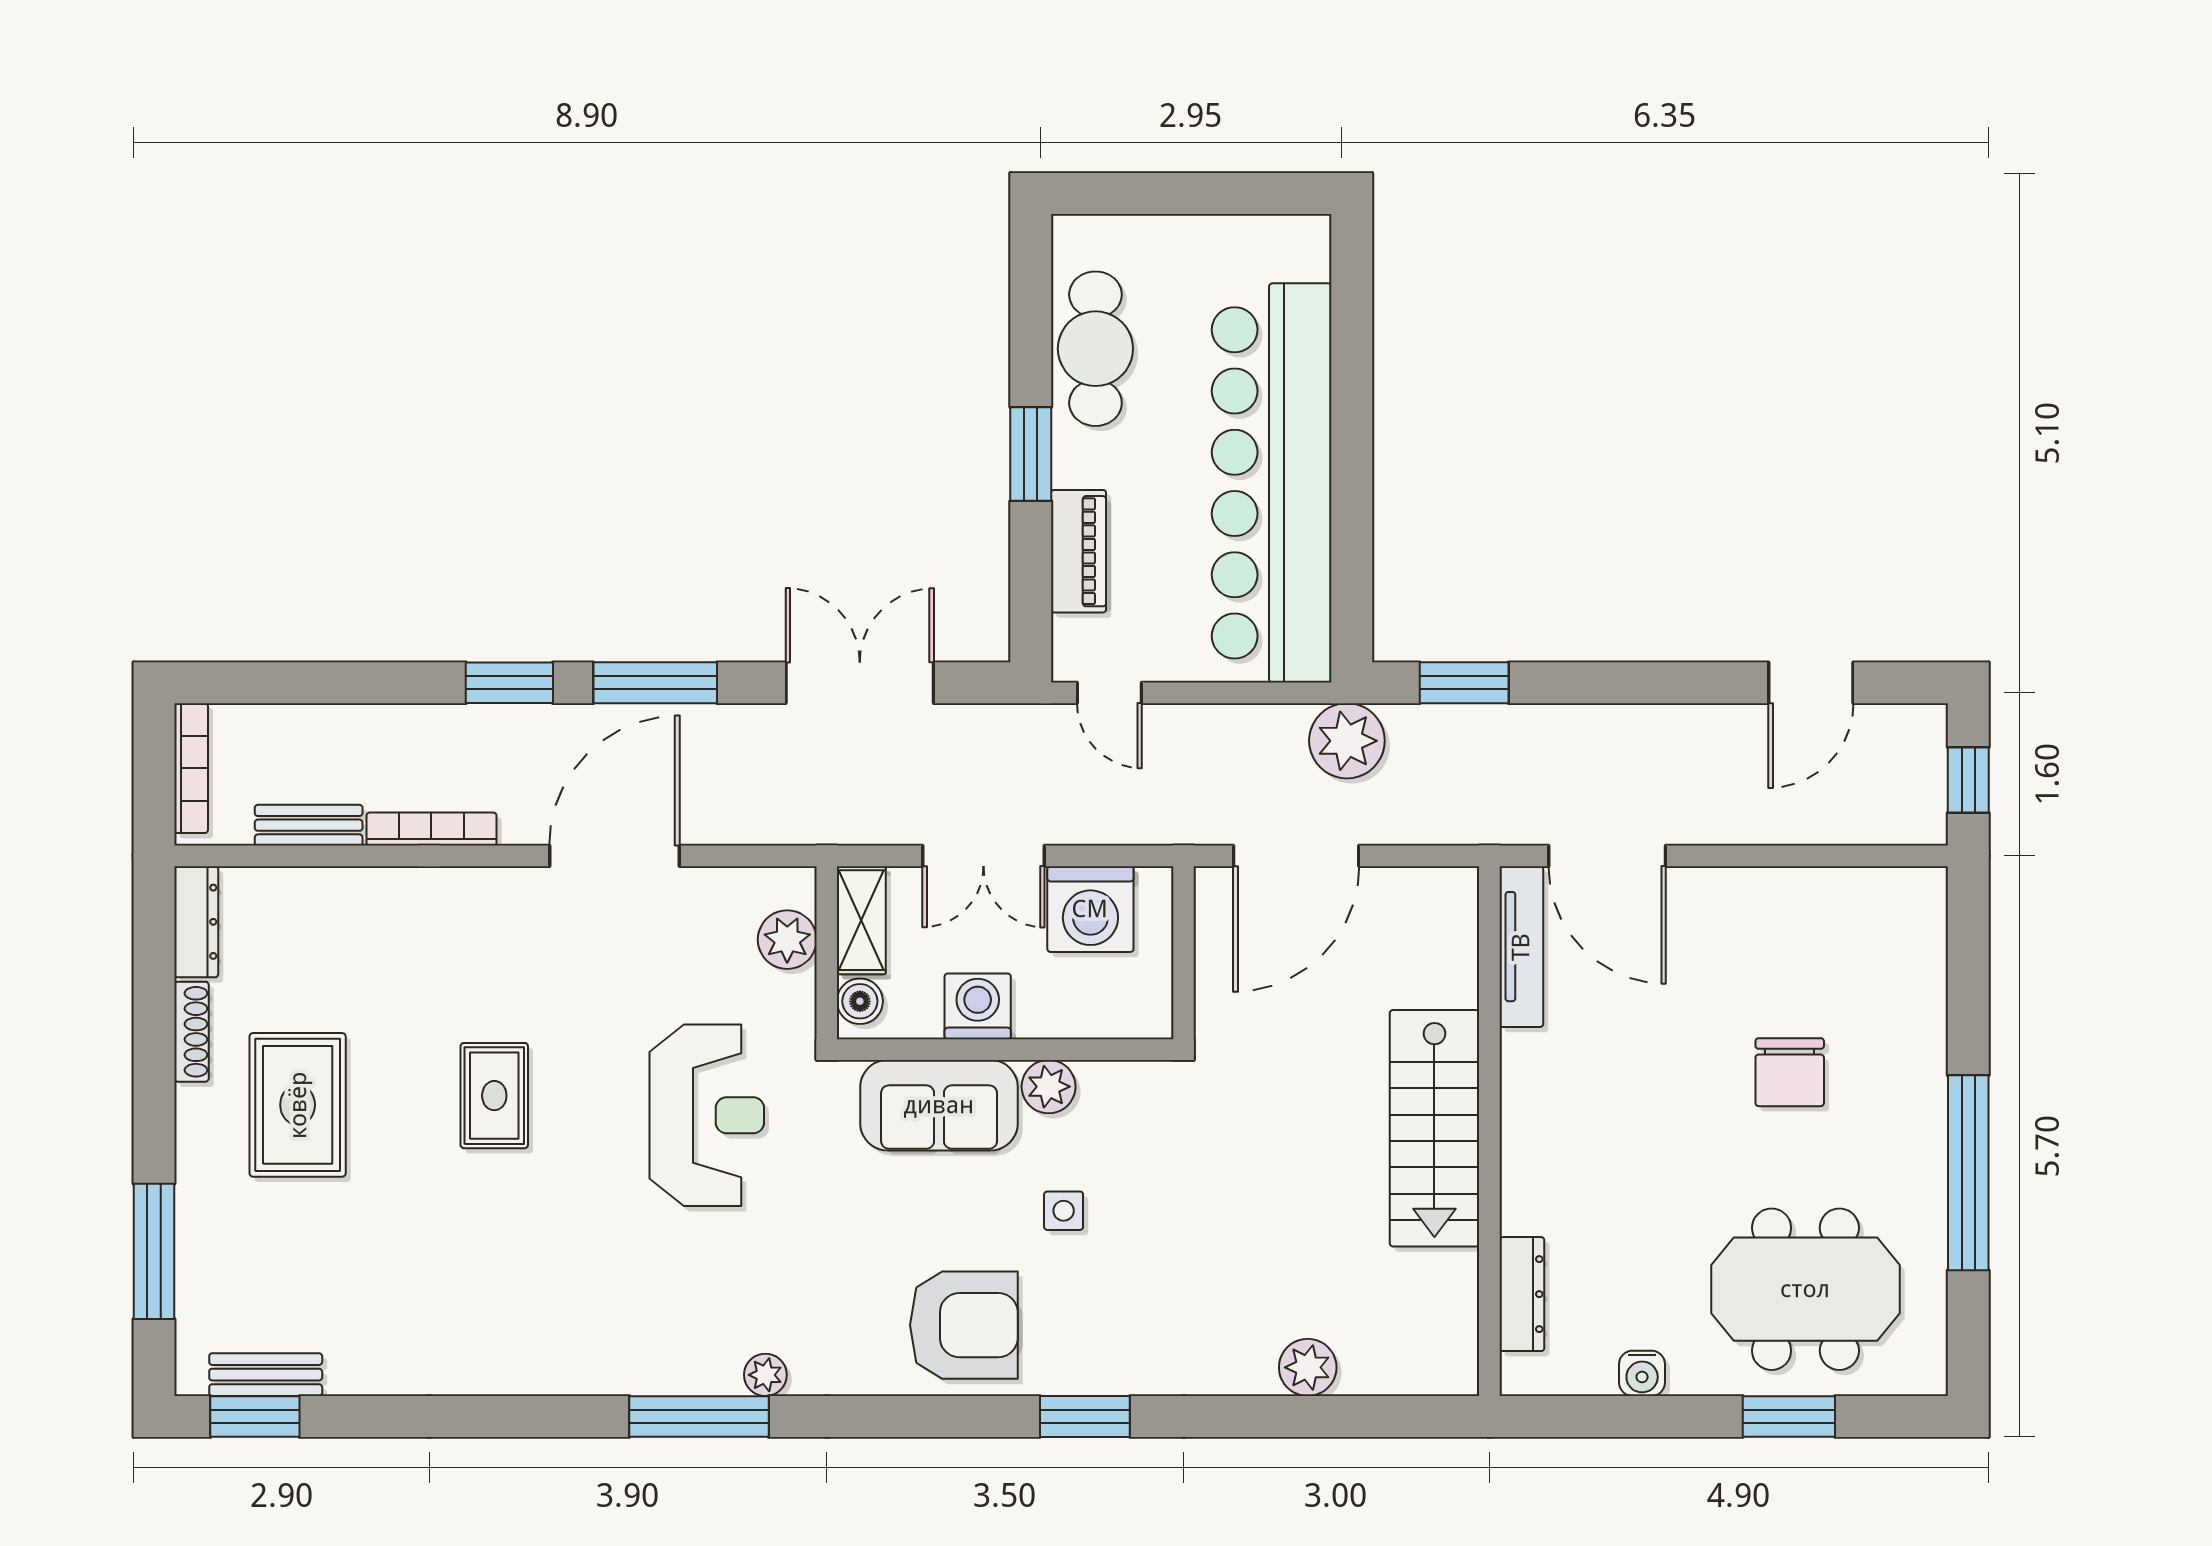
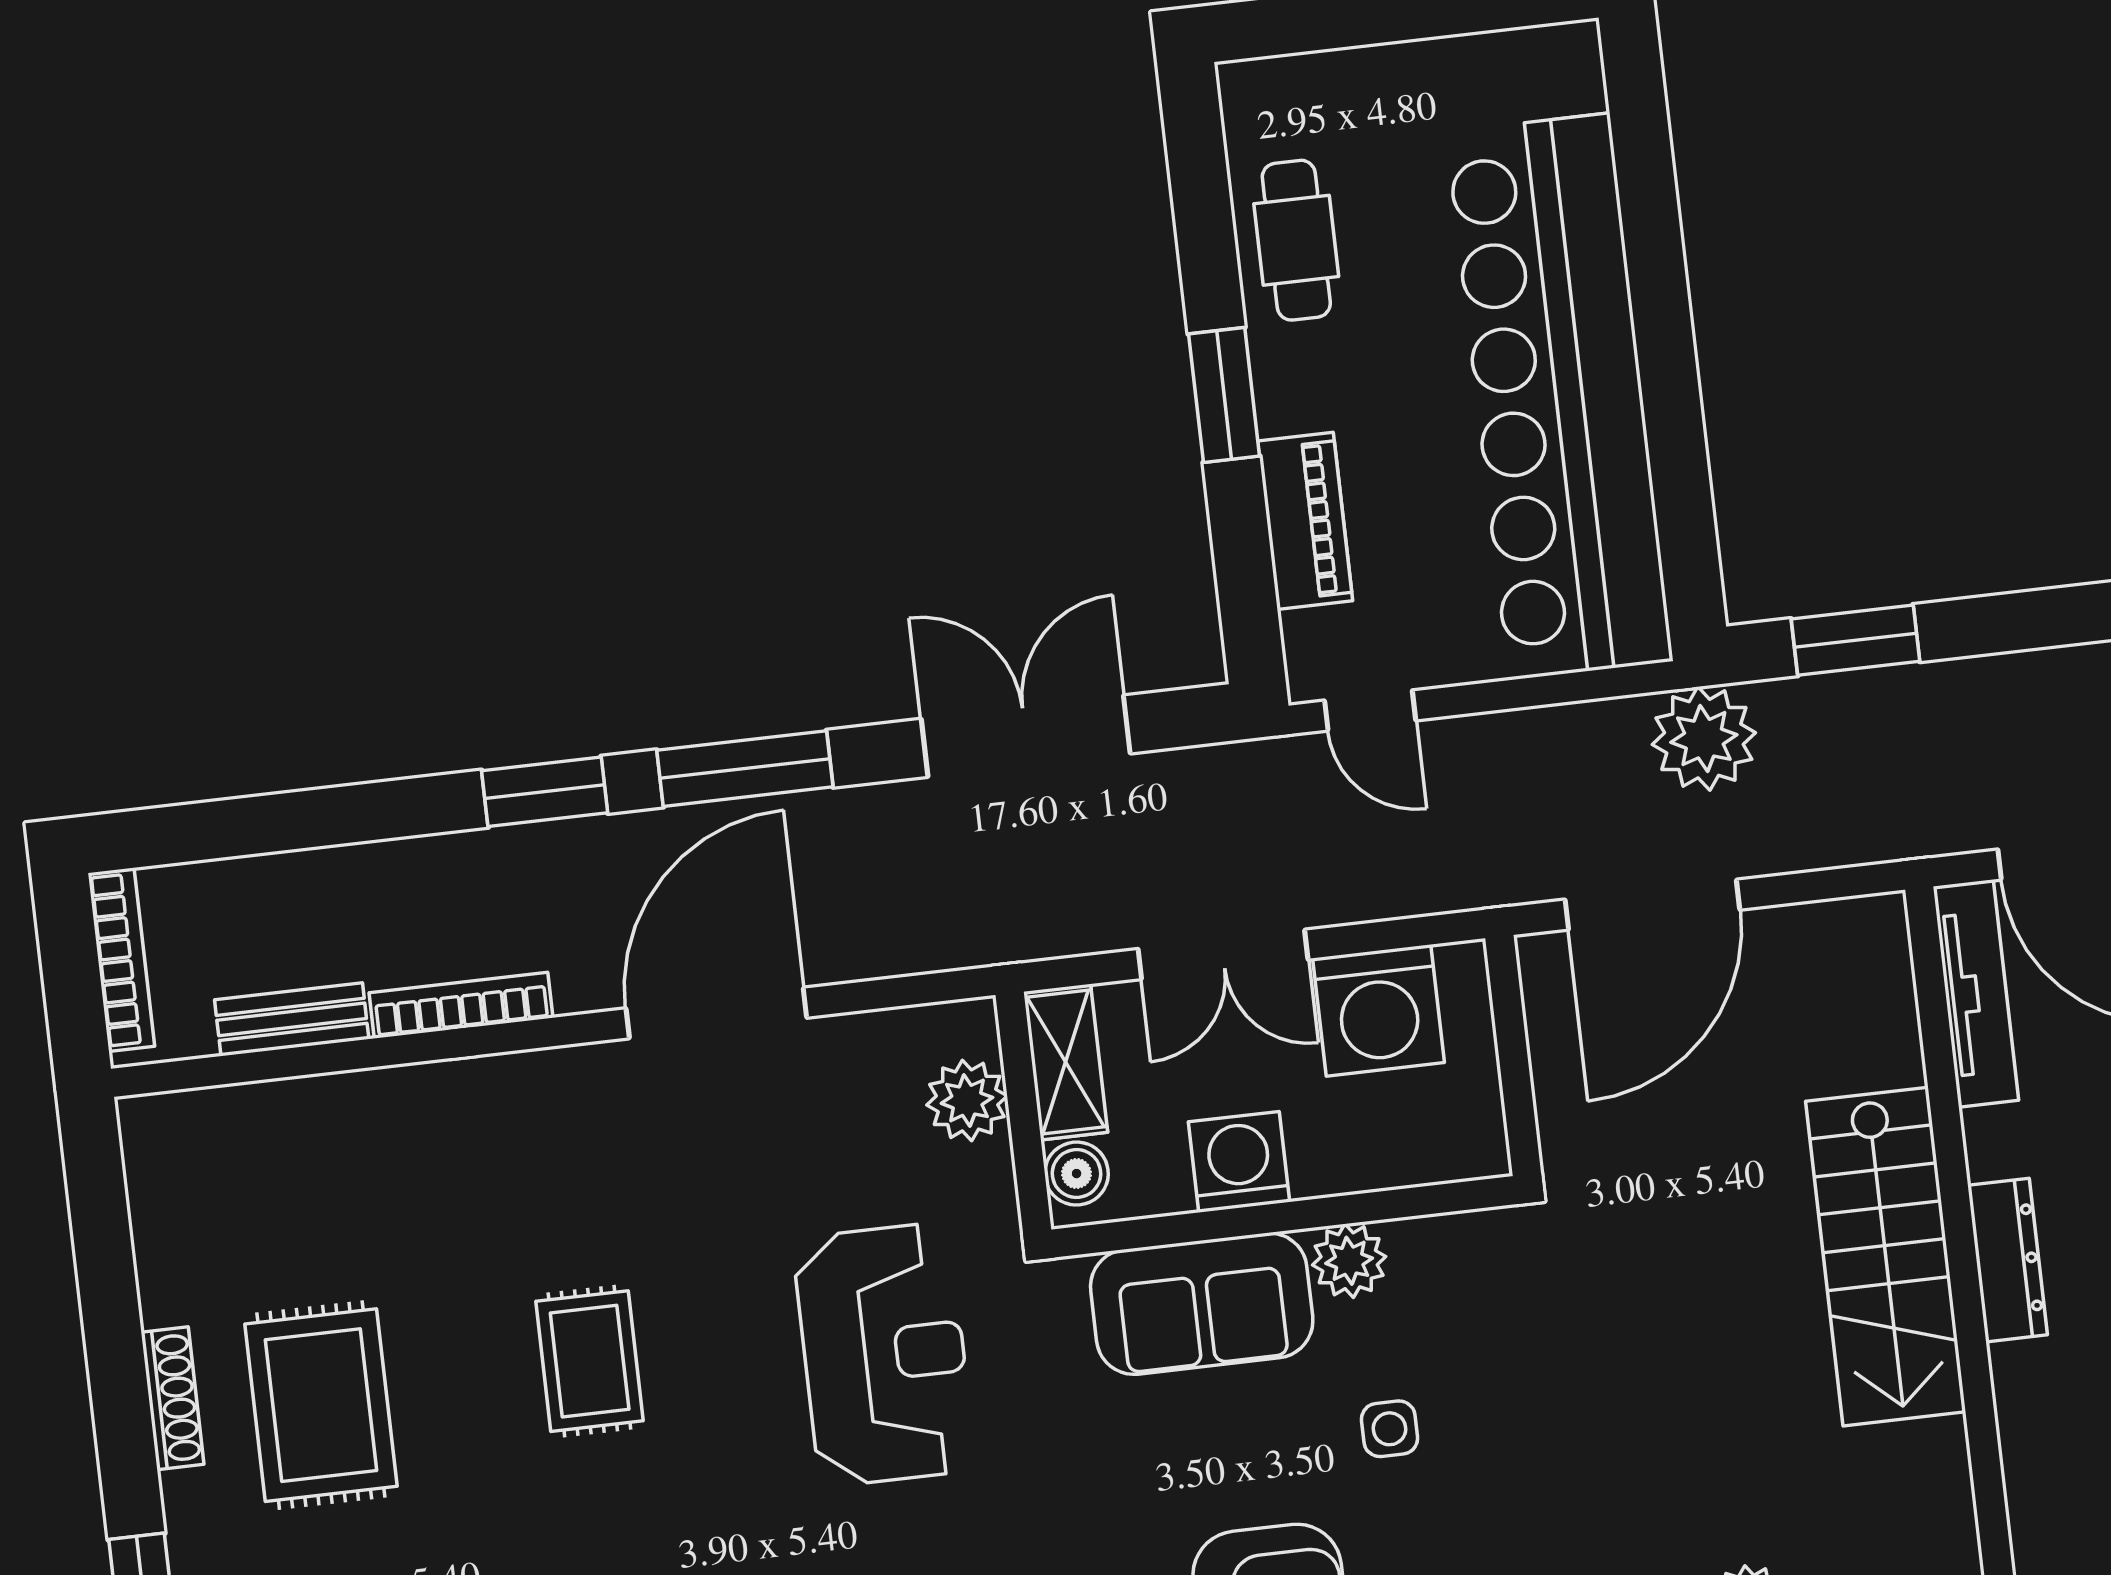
cafe table: (1095, 349) -> (1296, 240), width x0.73, depth x0.74
dresser: (196, 922) -> (153, 1170), removed
shoe rack: (192, 1032) -> (173, 1398), moved
dresser: (1522, 1294) -> (2008, 1260), moved

